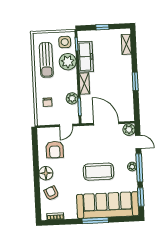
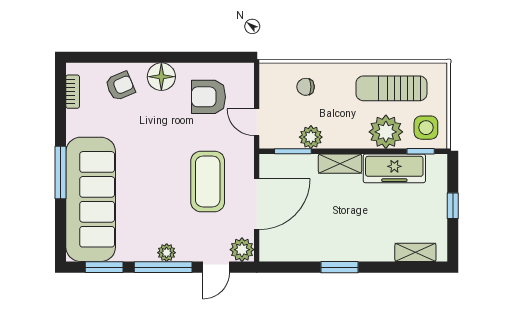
coffee table: (99, 172) -> (208, 181), moved

